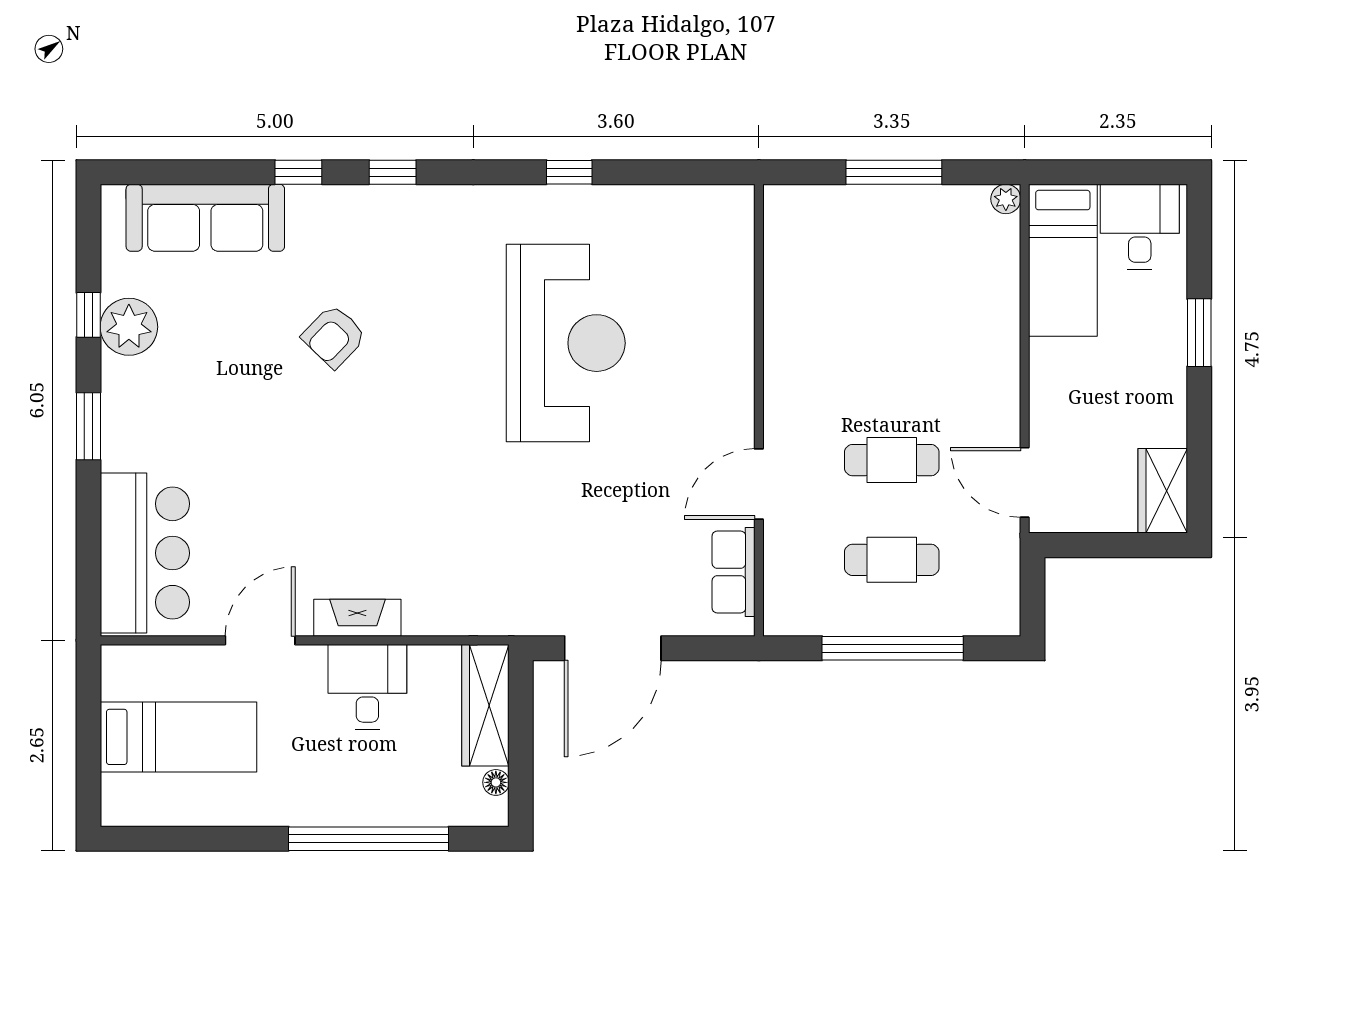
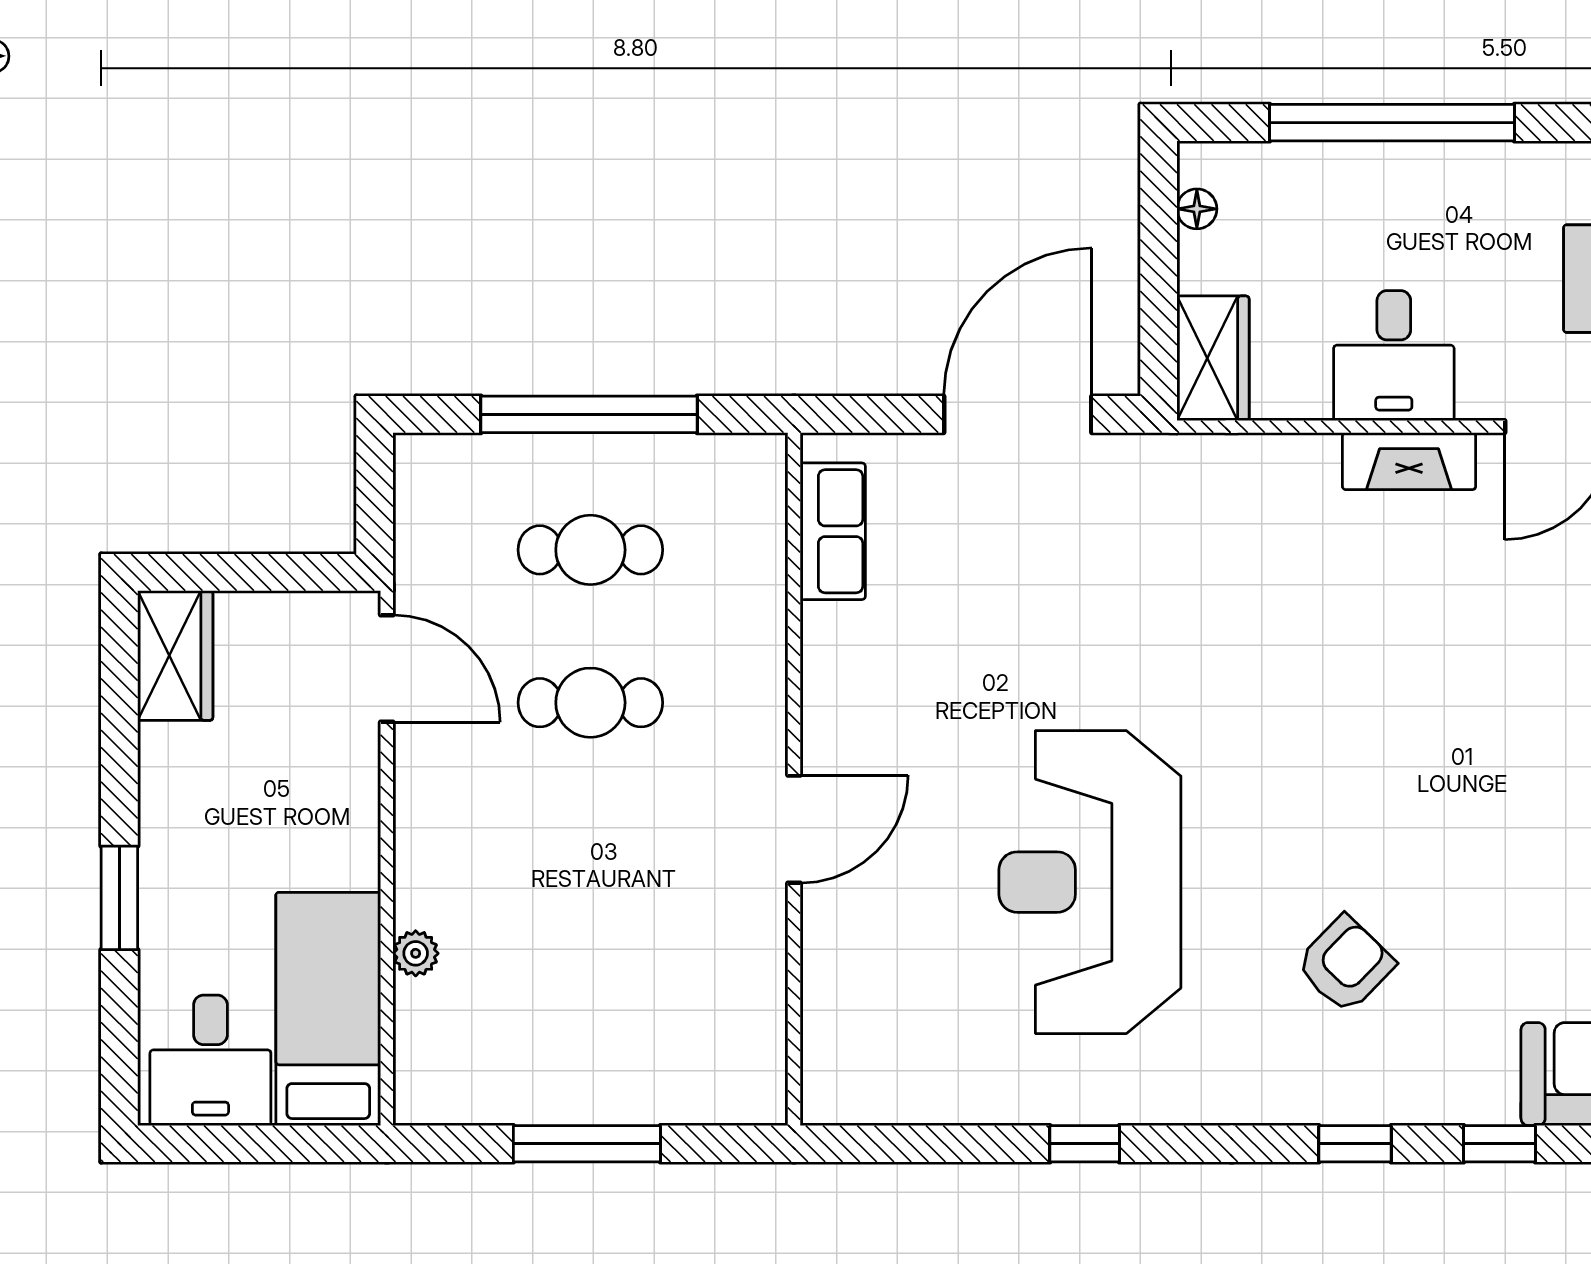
plant: (1006, 199) -> (416, 953), moved
armchair: (334, 336) -> (1345, 964), moved
door: (759, 484) -> (794, 829), moved
wardrobe: (485, 705) -> (1213, 358), width x0.67

